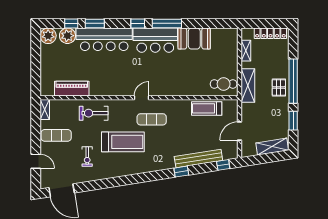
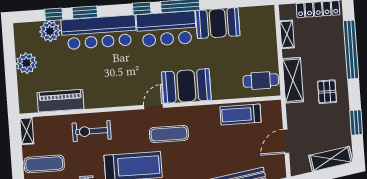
plant: (48, 36) -> (26, 63), moved
window: (293, 81) -> (351, 50), moved
booth: (167, 84) -> (186, 86), added
pallet: (279, 87) -> (327, 92), moved

